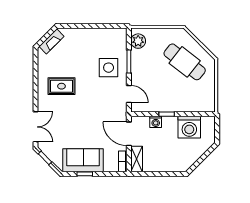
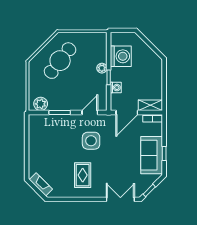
side table: (109, 68) -> (91, 141), moved
plant: (177, 107) -> (102, 68), added

